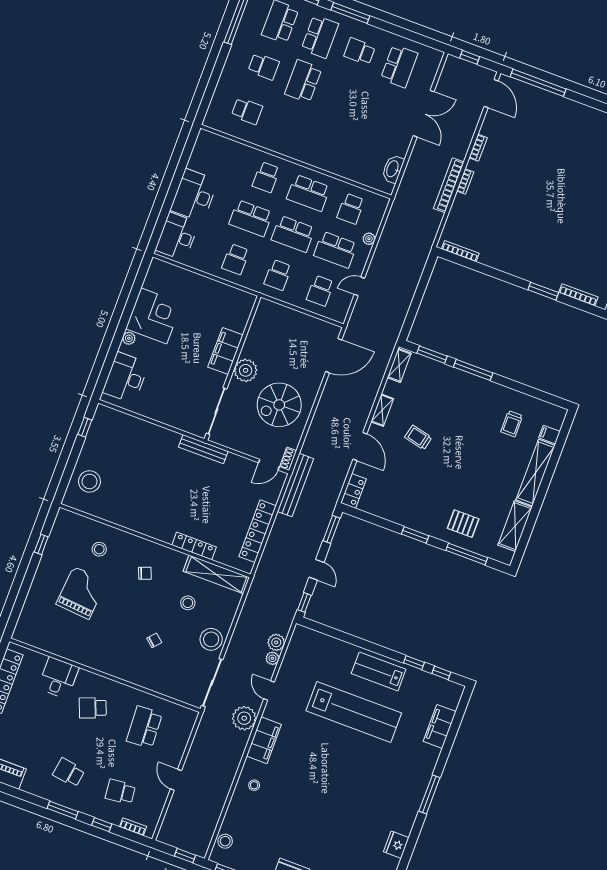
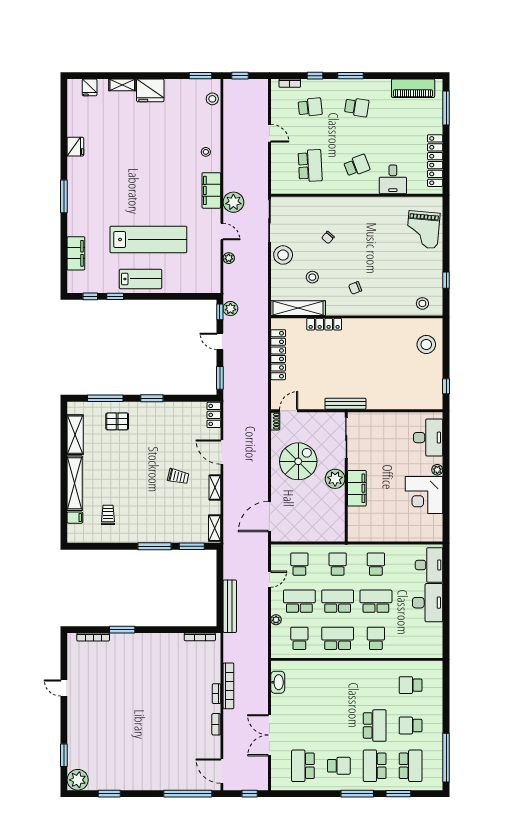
bench: (295, 485) -> (230, 606), moved
stool: (99, 549) -> (422, 303), moved
grand piano: (81, 593) -> (423, 230), moved
plant: (276, 642) -> (230, 309), moved
lab bench: (354, 712) -> (148, 239), turned 180

